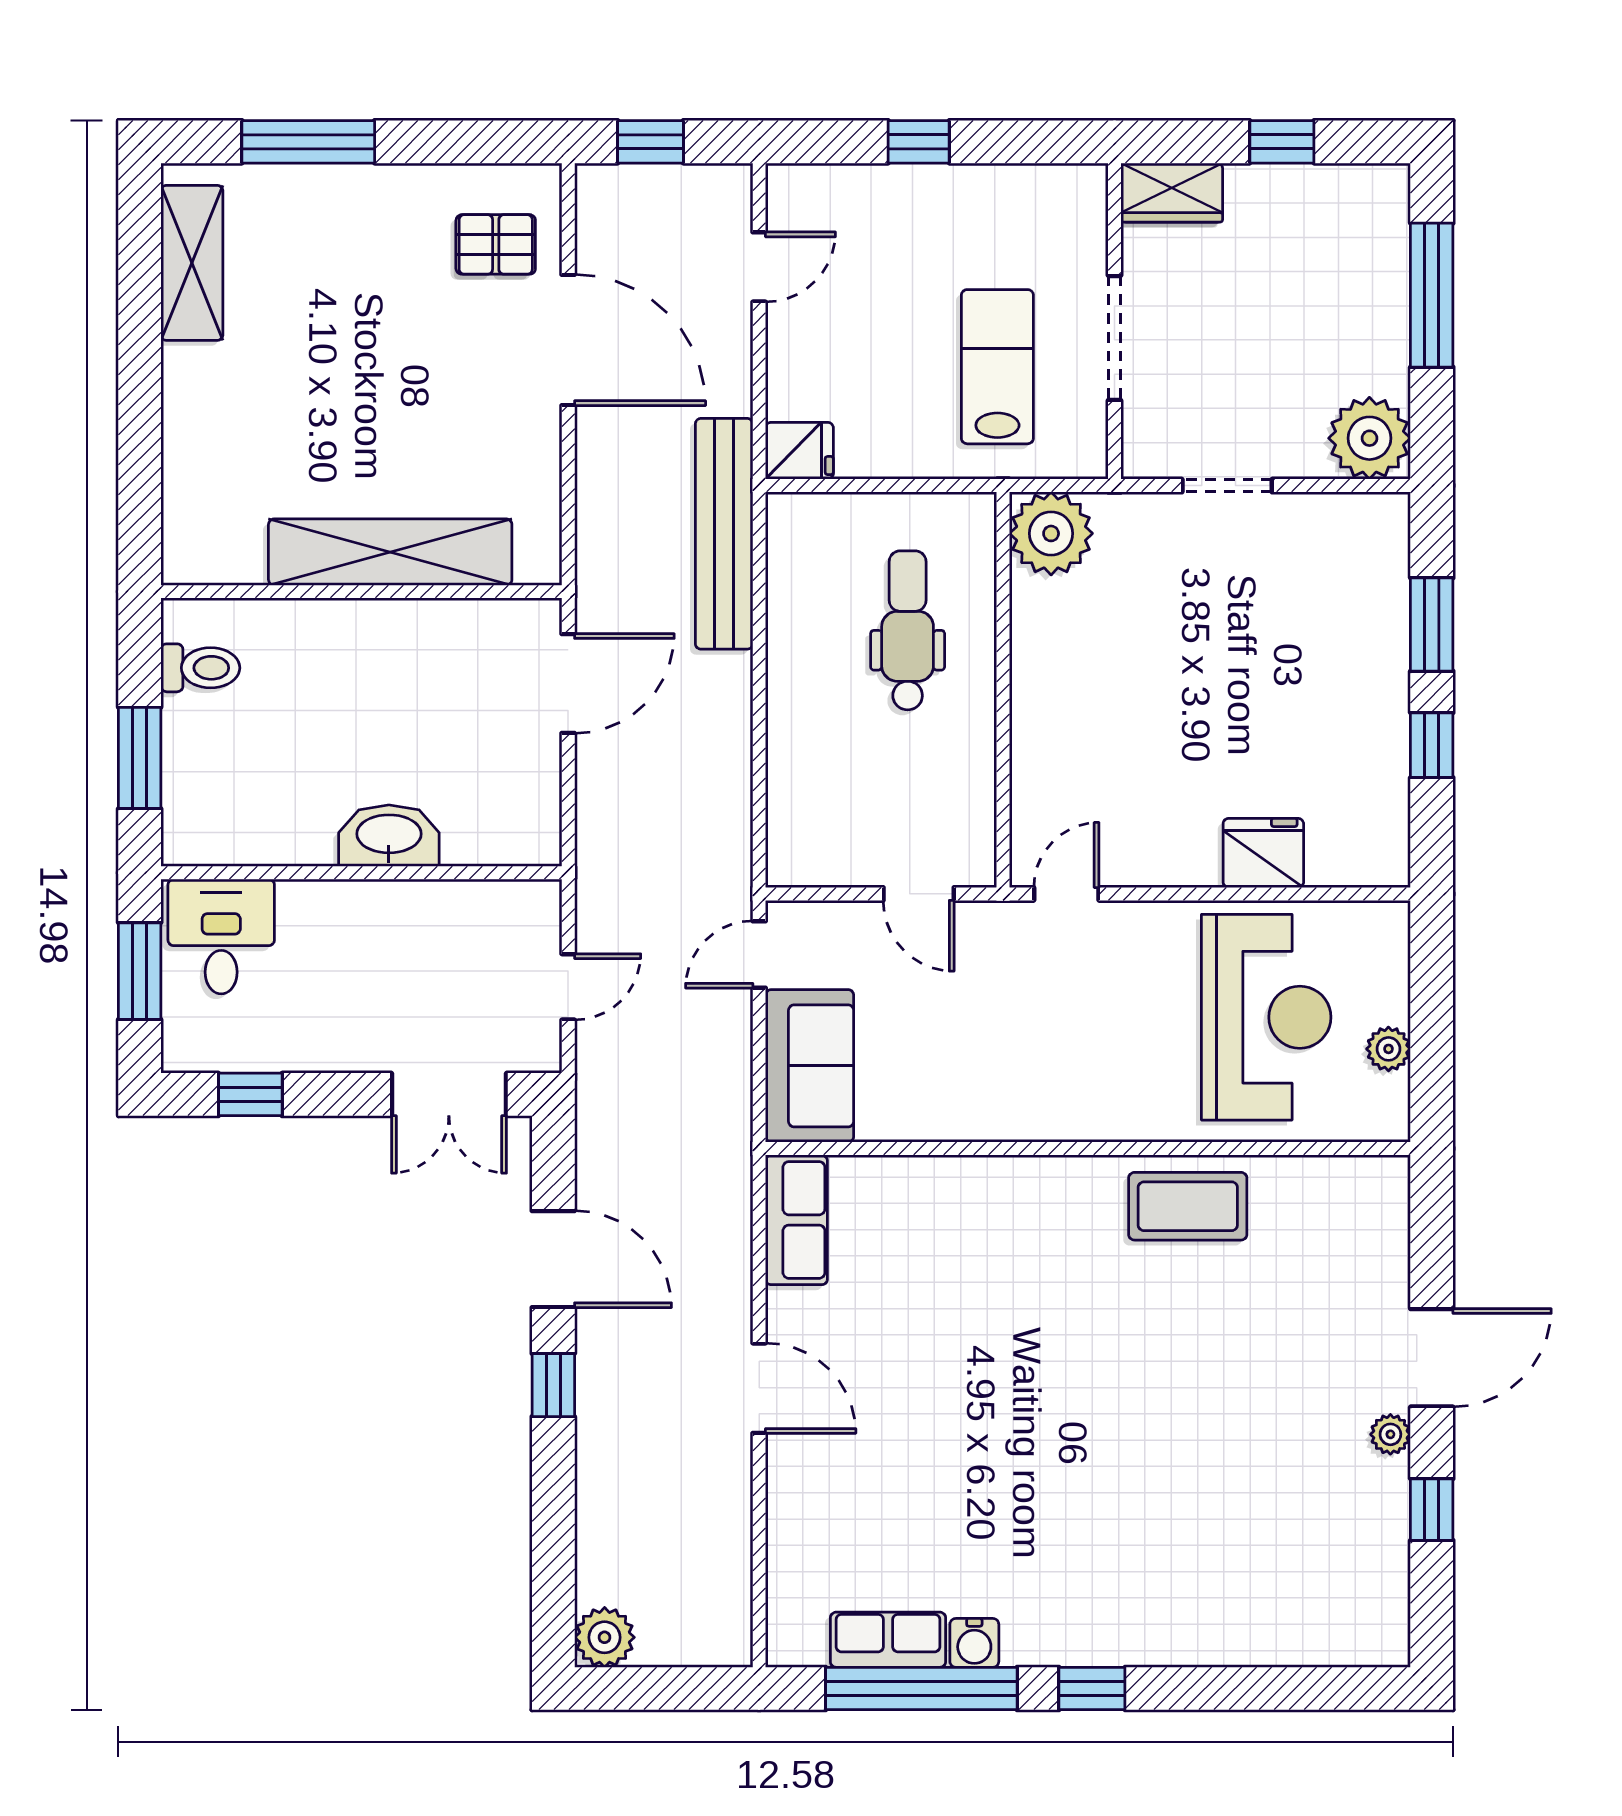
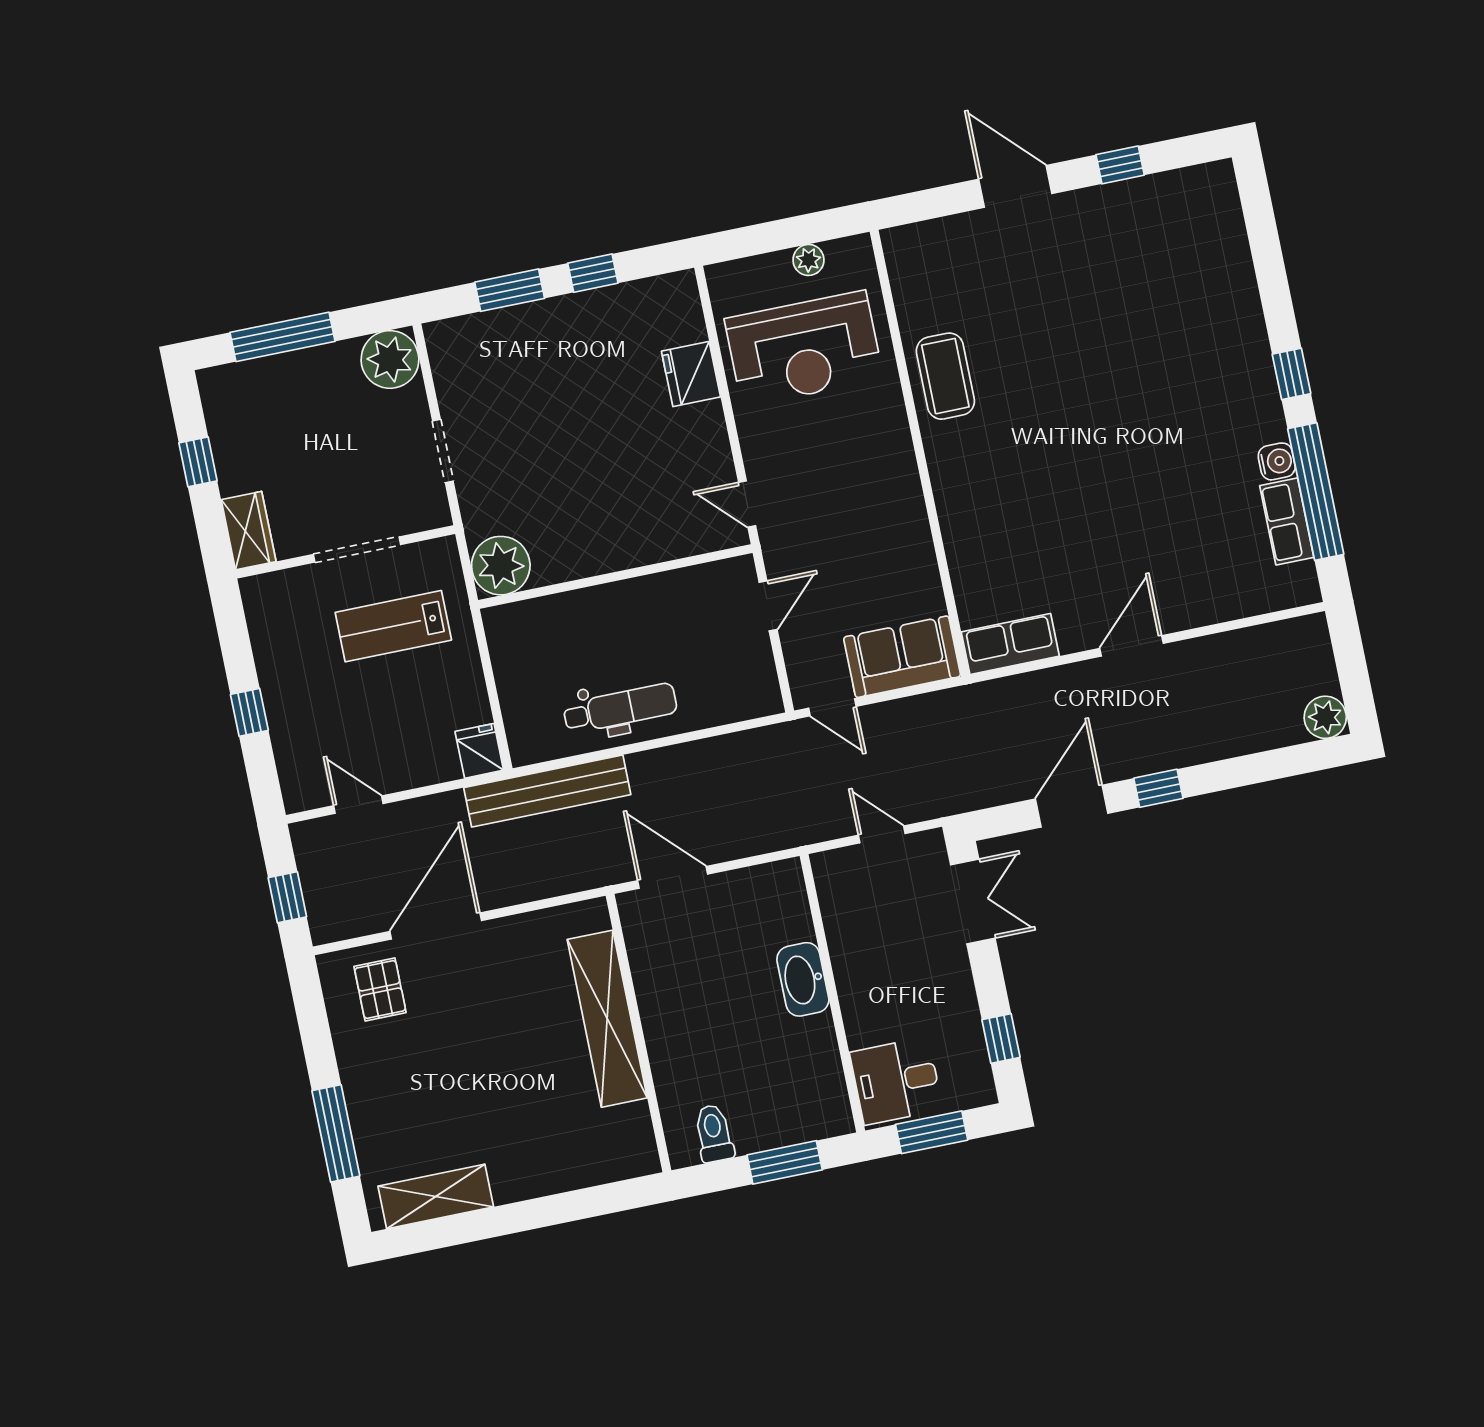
dental chair: (908, 630) -> (620, 708), moved, turned 180
reception desk: (1266, 1017) -> (804, 349), turned 180
plant: (1390, 1434) -> (1074, 204), removed

